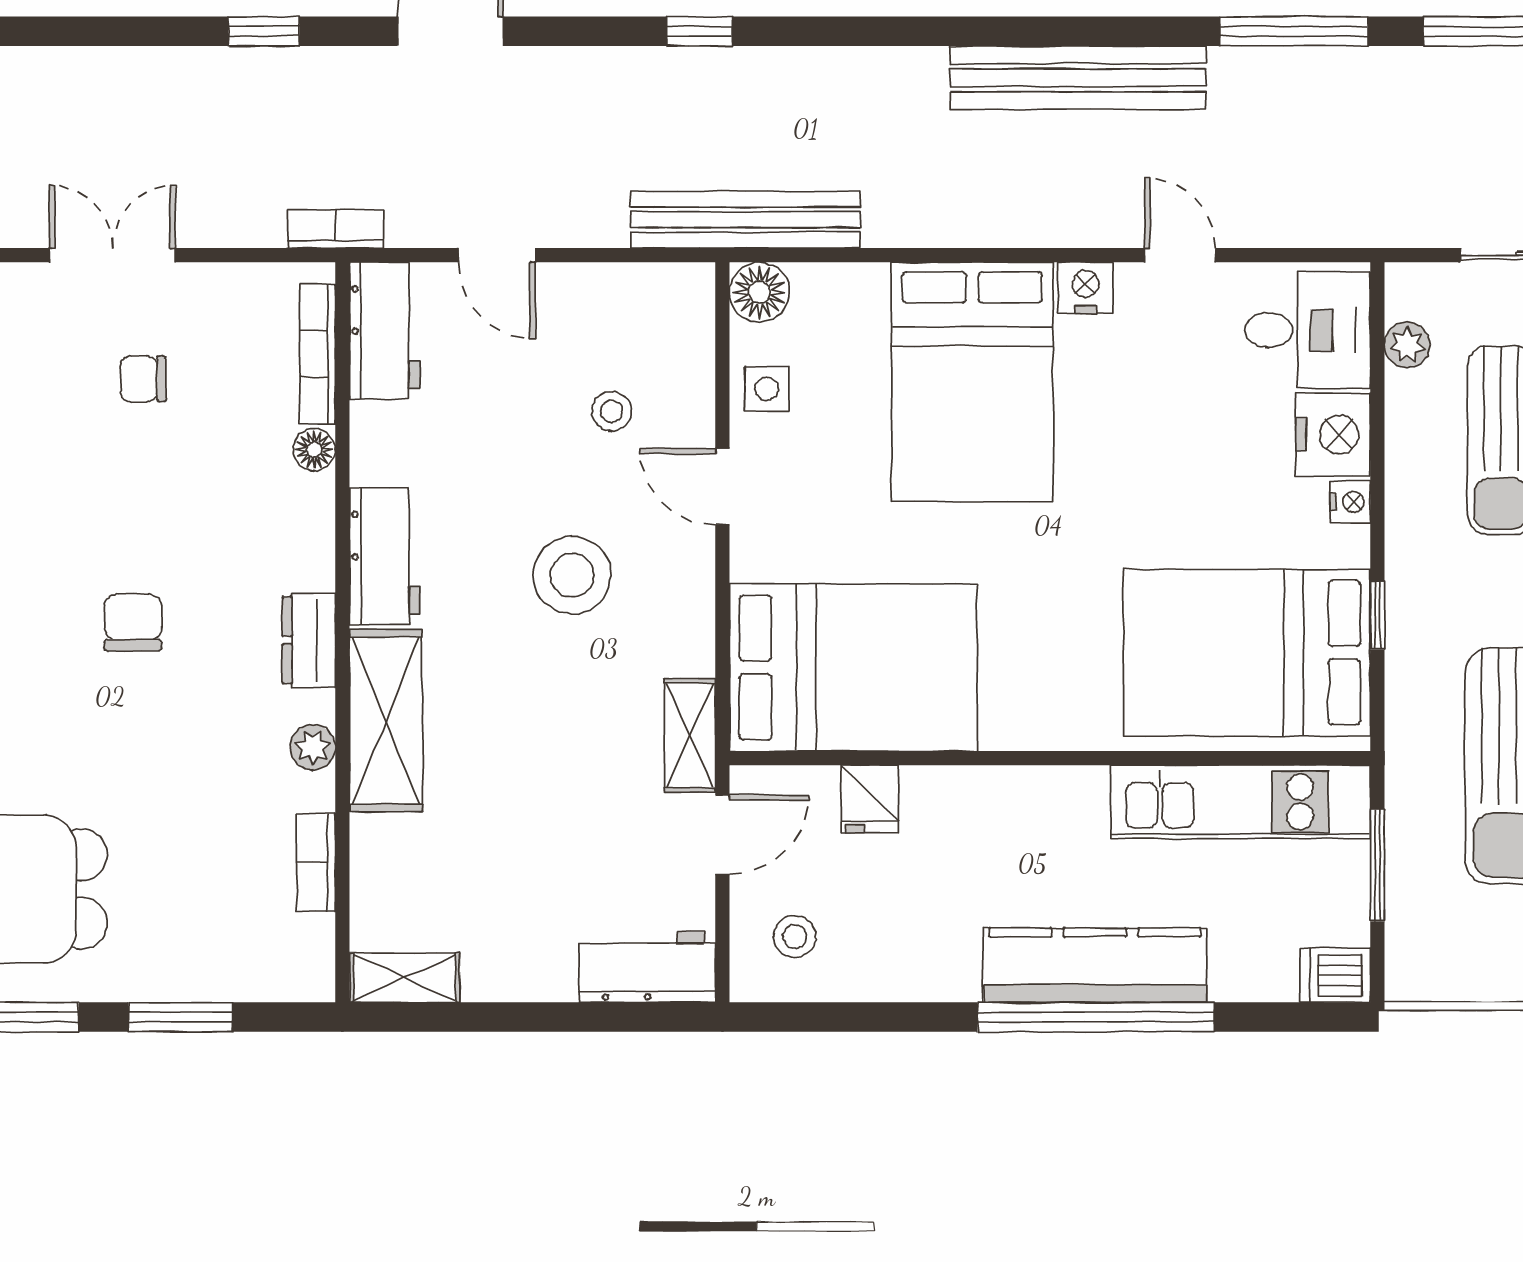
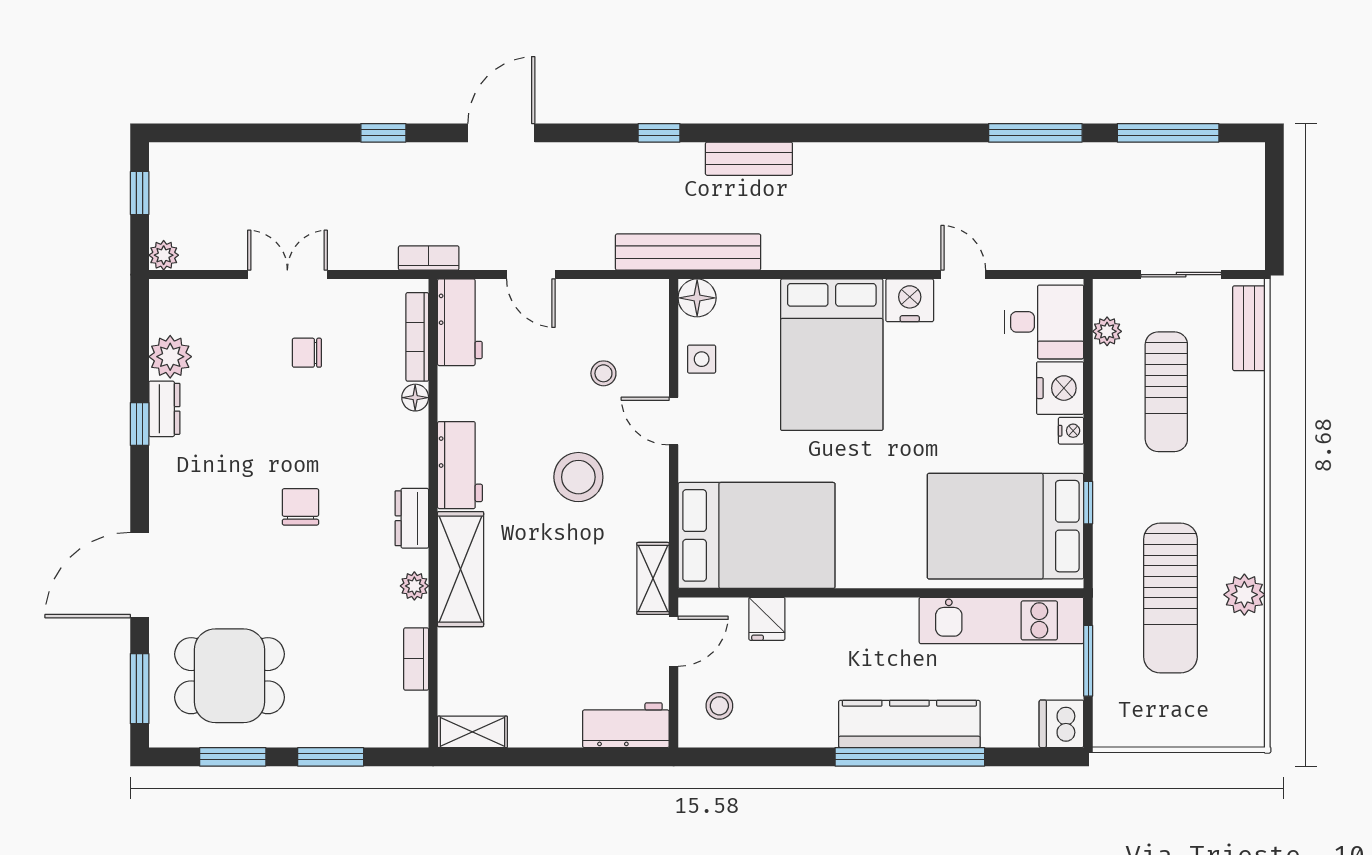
bench: (1078, 78) -> (749, 159), moved, width x0.54, depth x0.82
nightstand: (1086, 288) -> (910, 300), width x1.36, depth x1.33
dishwasher: (1335, 975) -> (1061, 724), width x1.38

